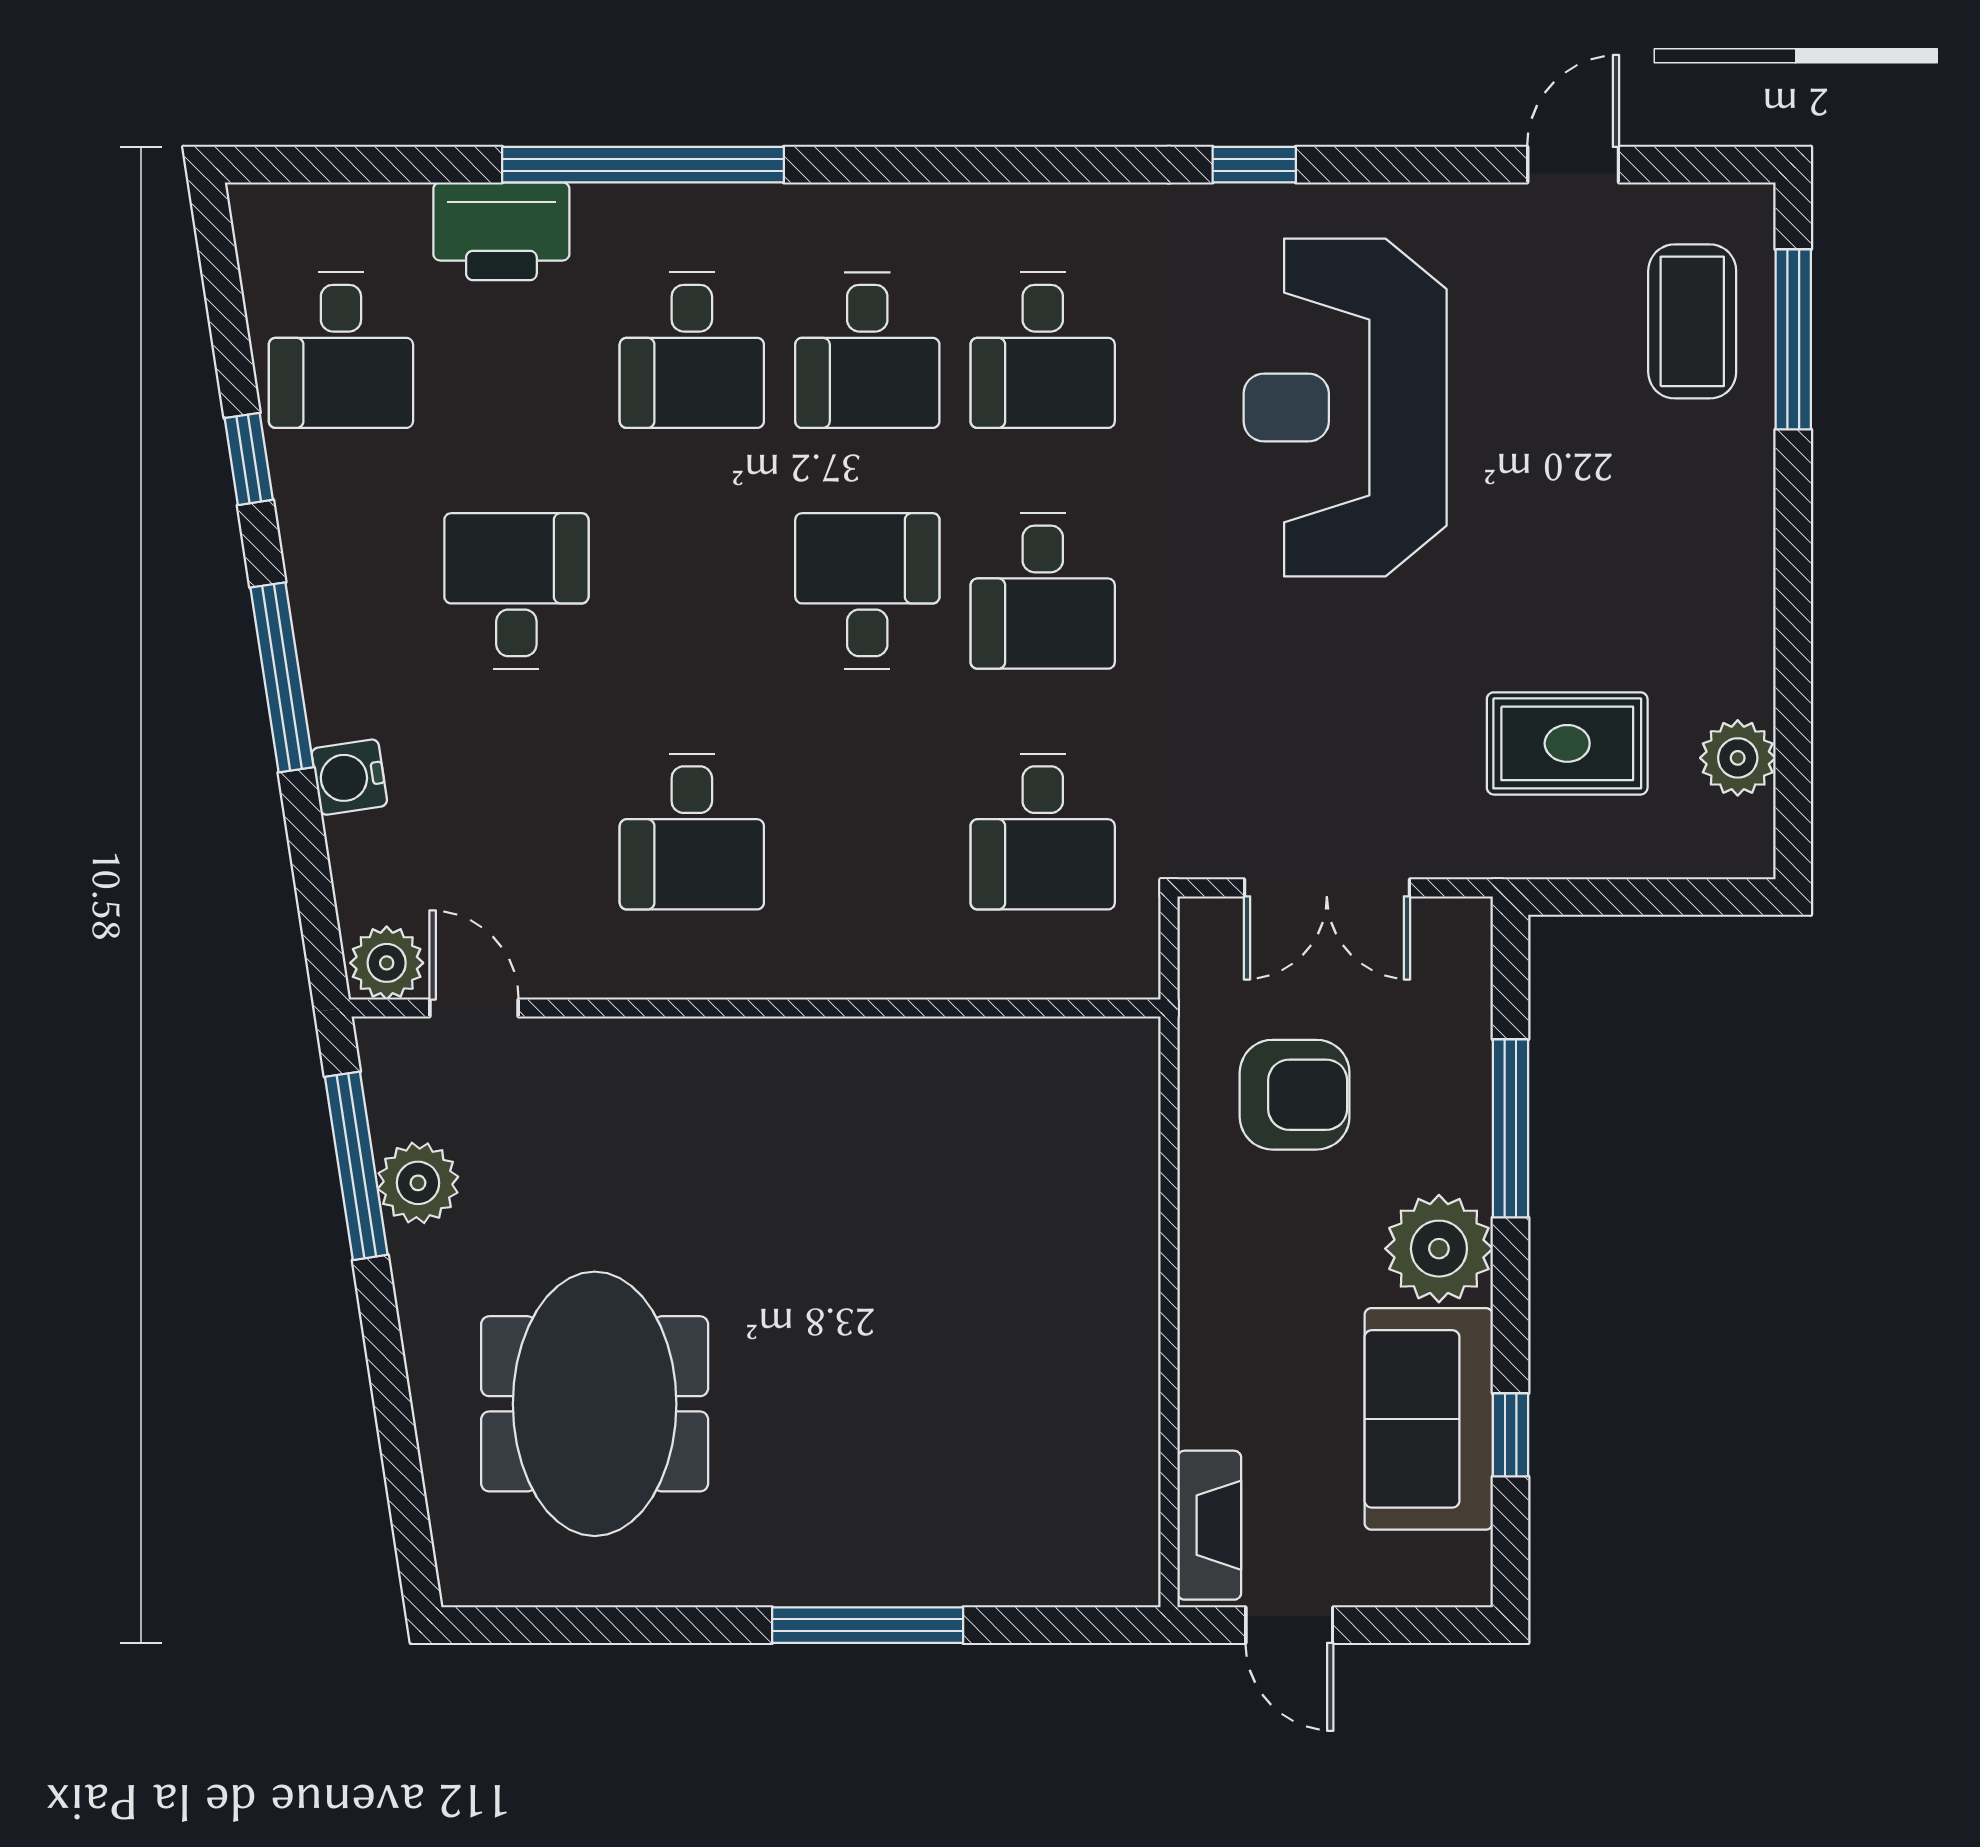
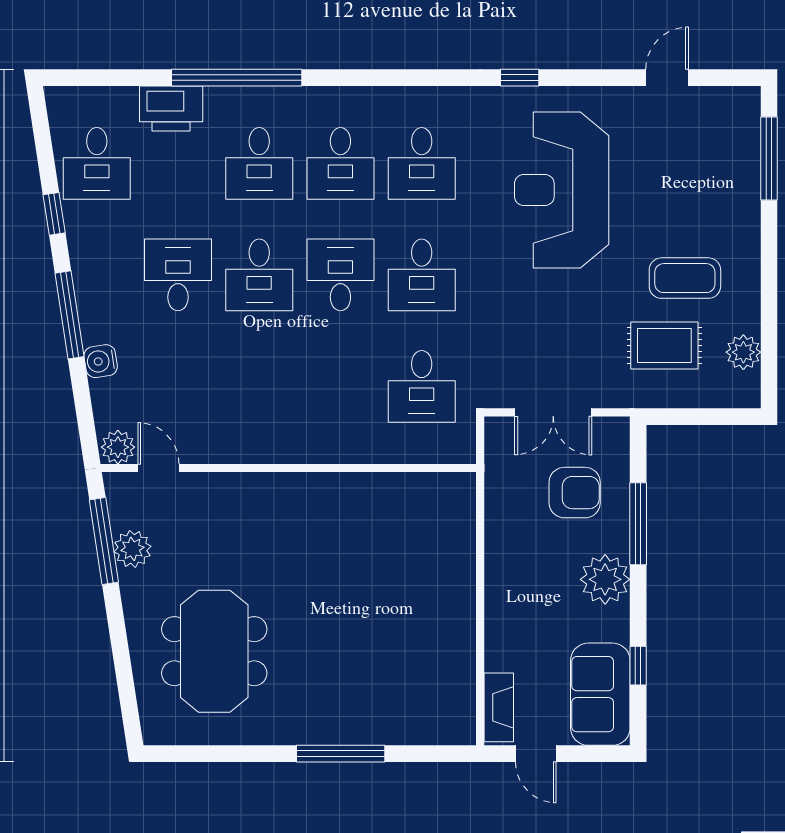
coffee table: (1692, 321) -> (685, 278), moved, turned 90
desk: (692, 832) -> (259, 275), moved
armchair: (1295, 1095) -> (575, 493), moved
sofa: (1429, 1419) -> (600, 694), moved

